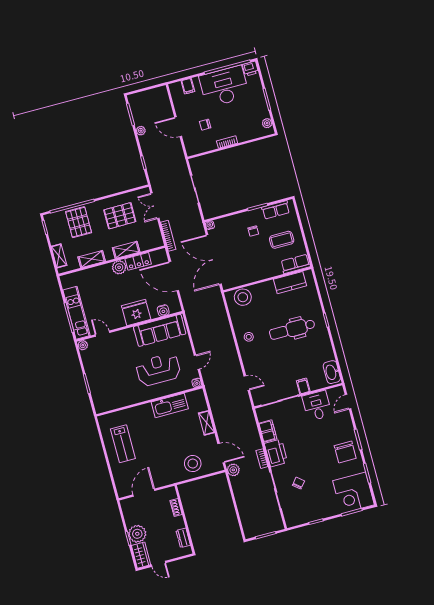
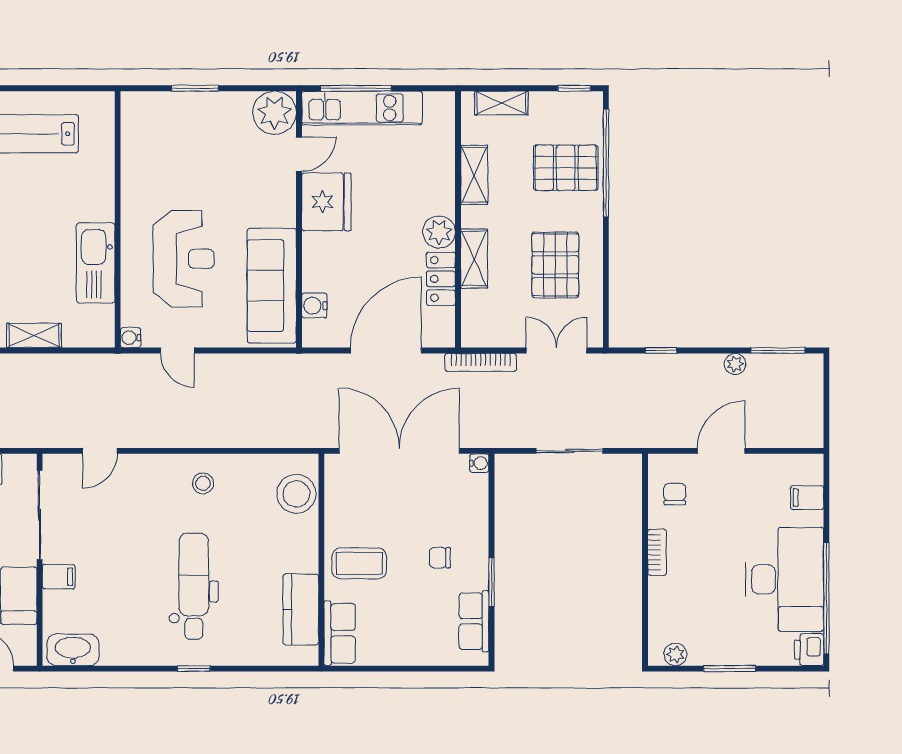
chair: (205, 125) -> (675, 494), moved
coffee table: (282, 240) -> (359, 563), moved, turned 90
fridge: (136, 312) -> (326, 202), moved
plant: (83, 345) -> (275, 113), width x1.88, depth x1.88

